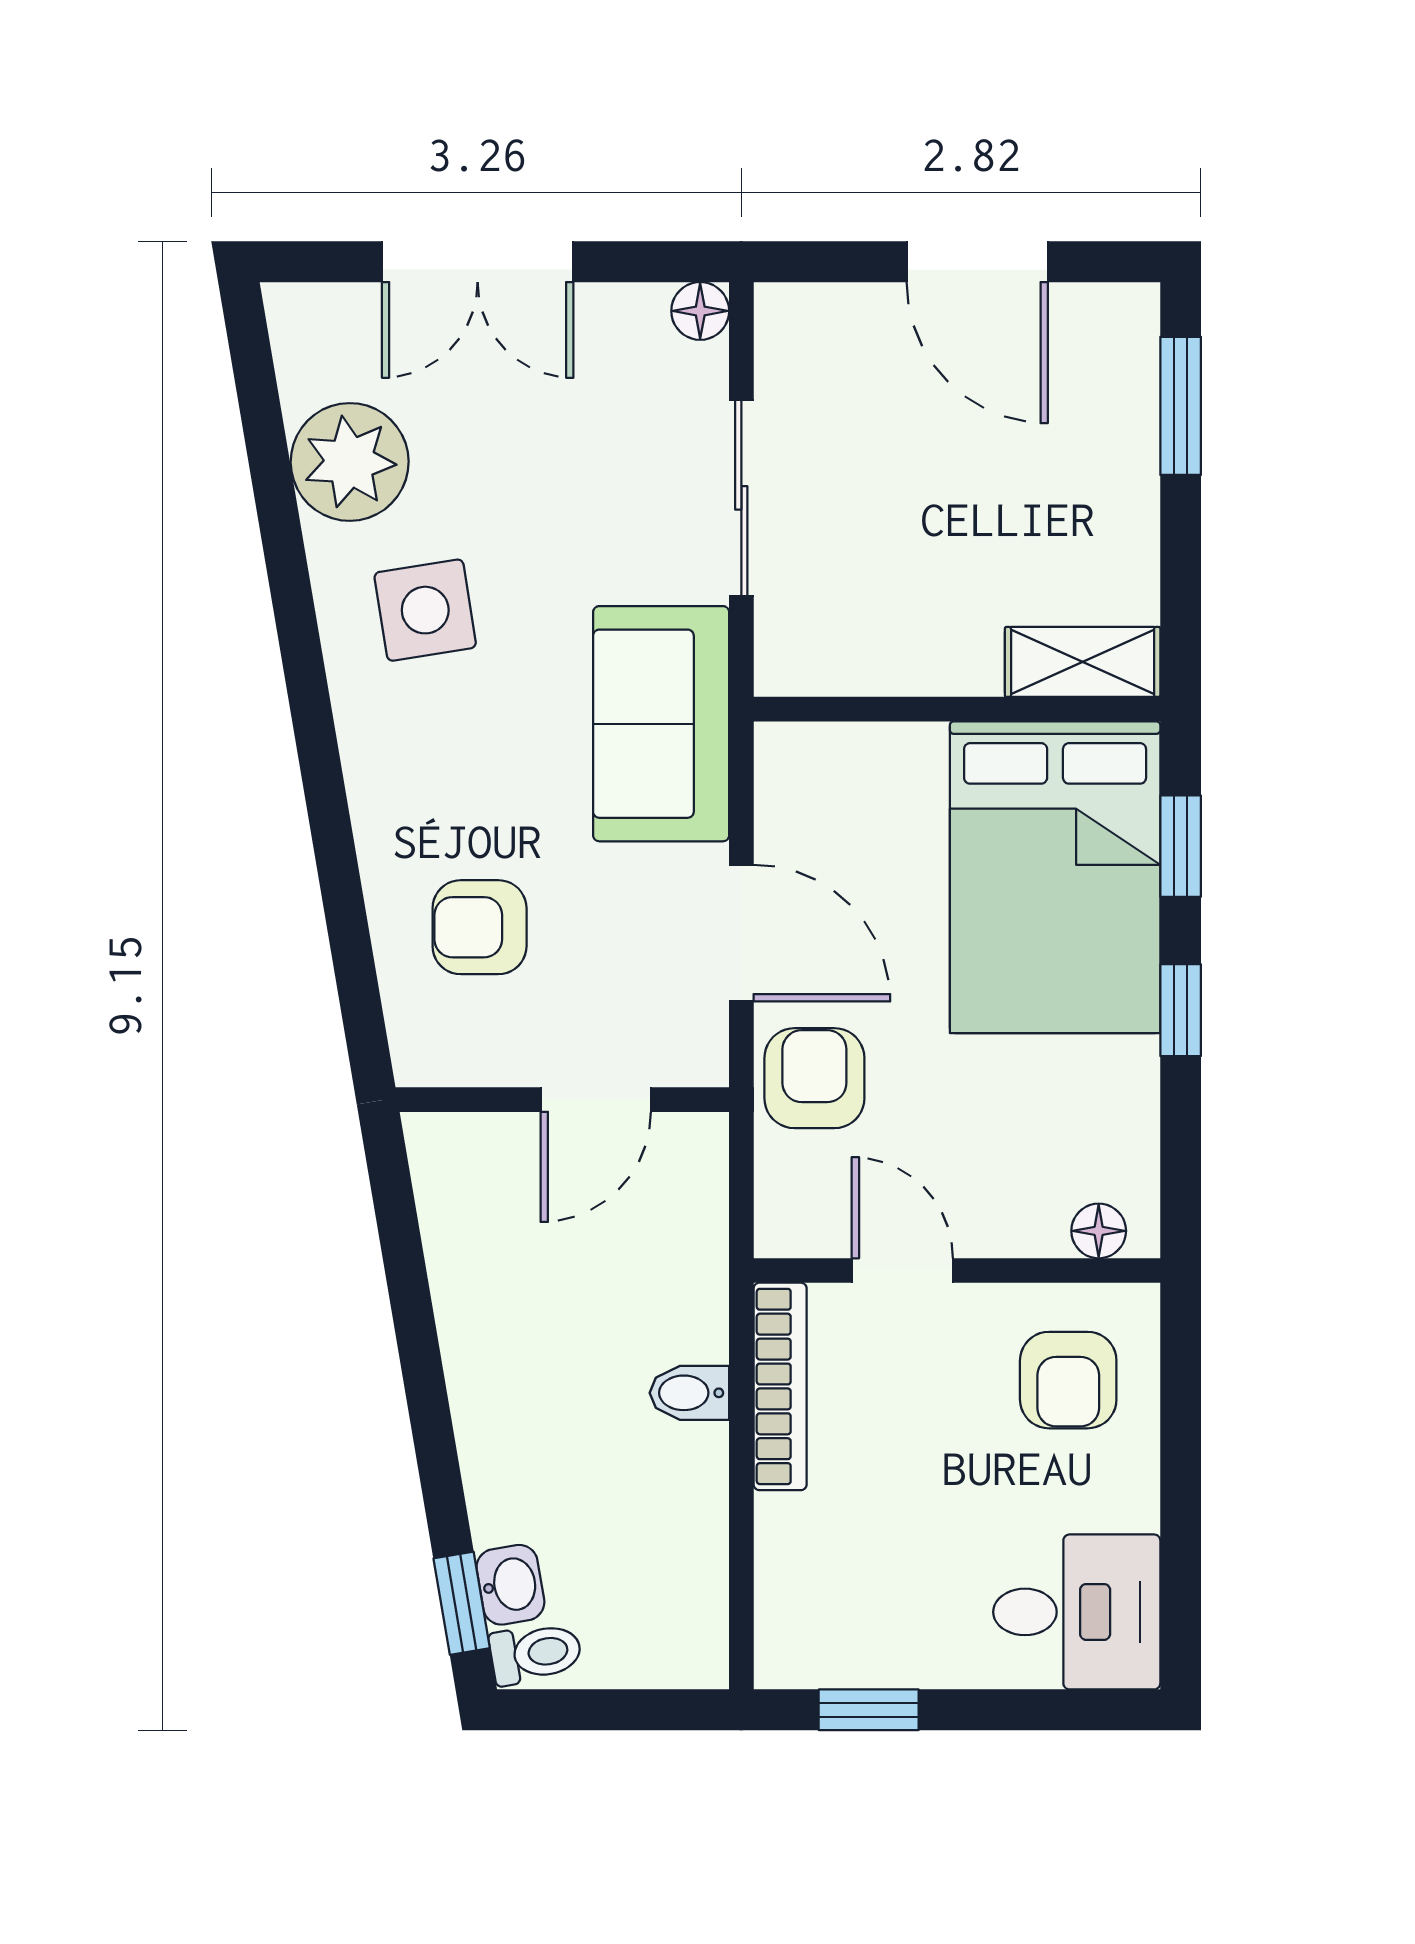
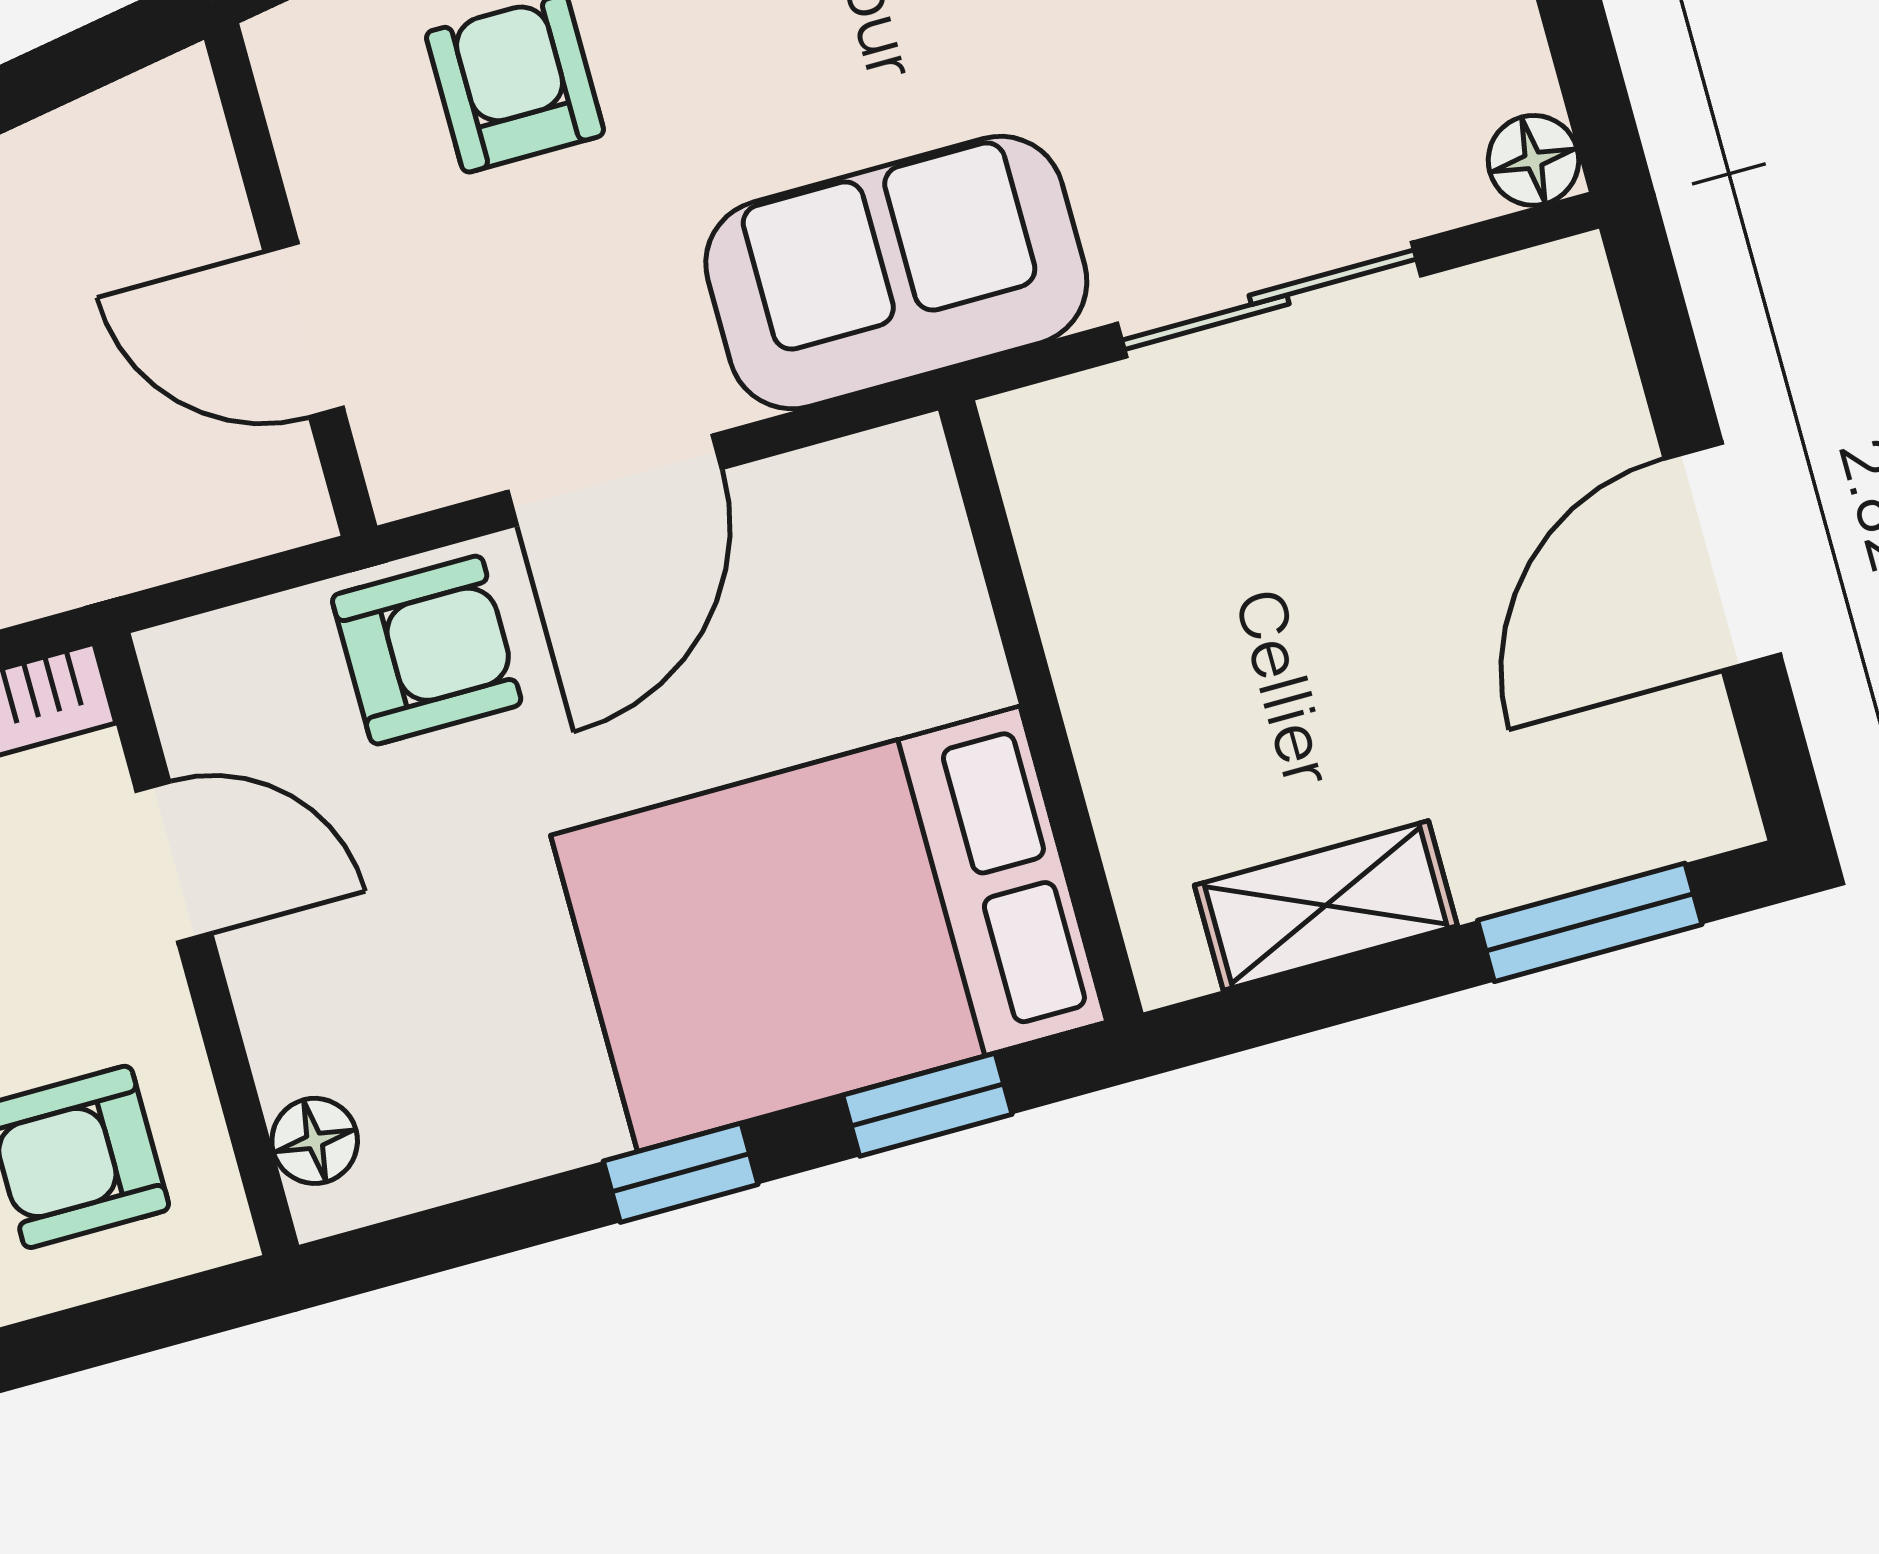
shelving: (1083, 662) -> (1326, 906), moved, turned 90
door: (902, 1270) -> (174, 862), hinge flipped

